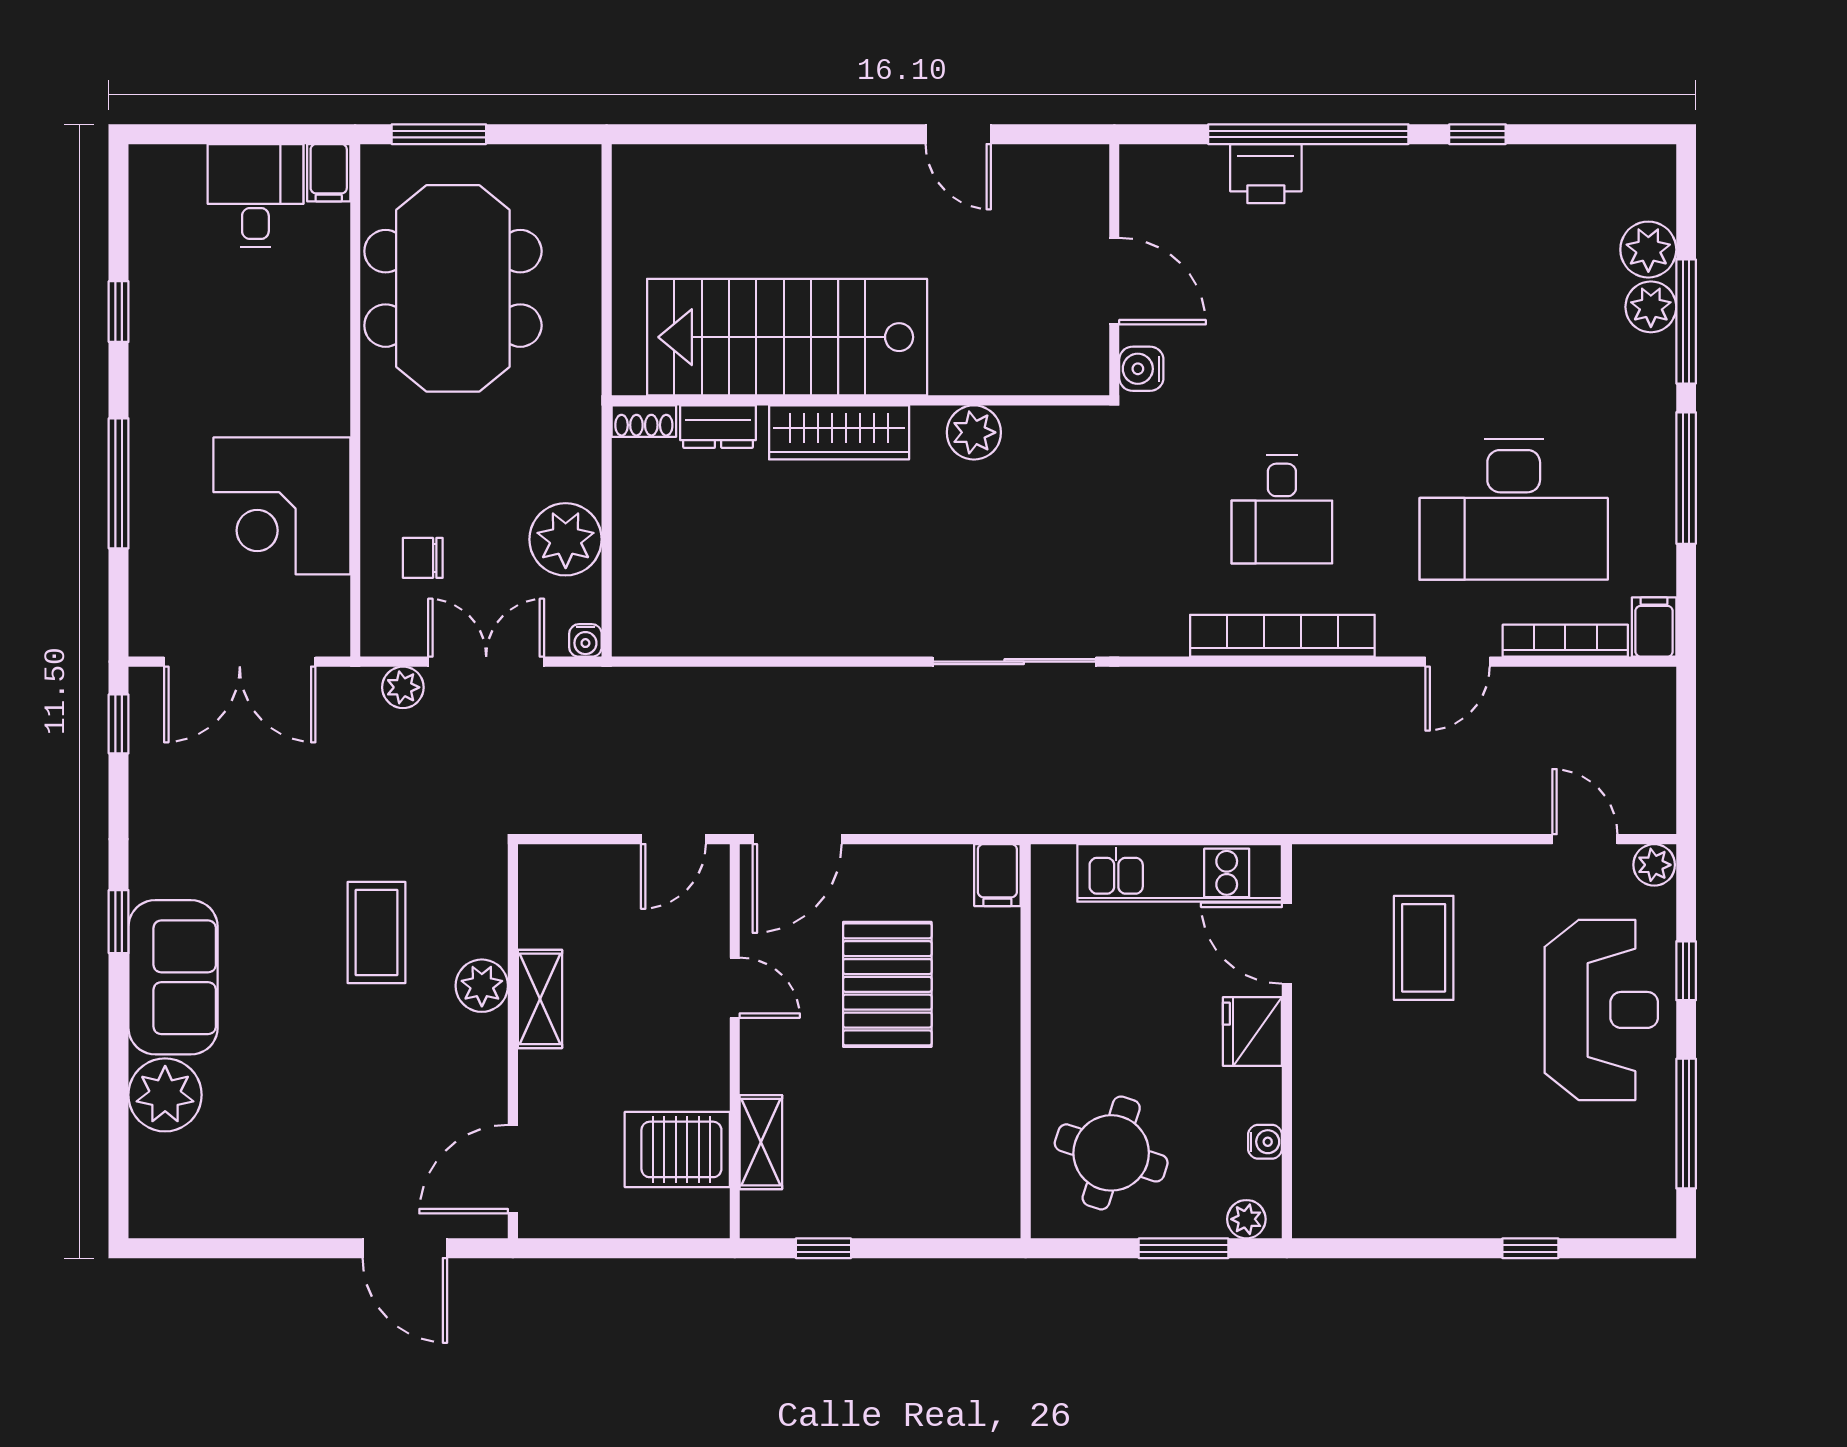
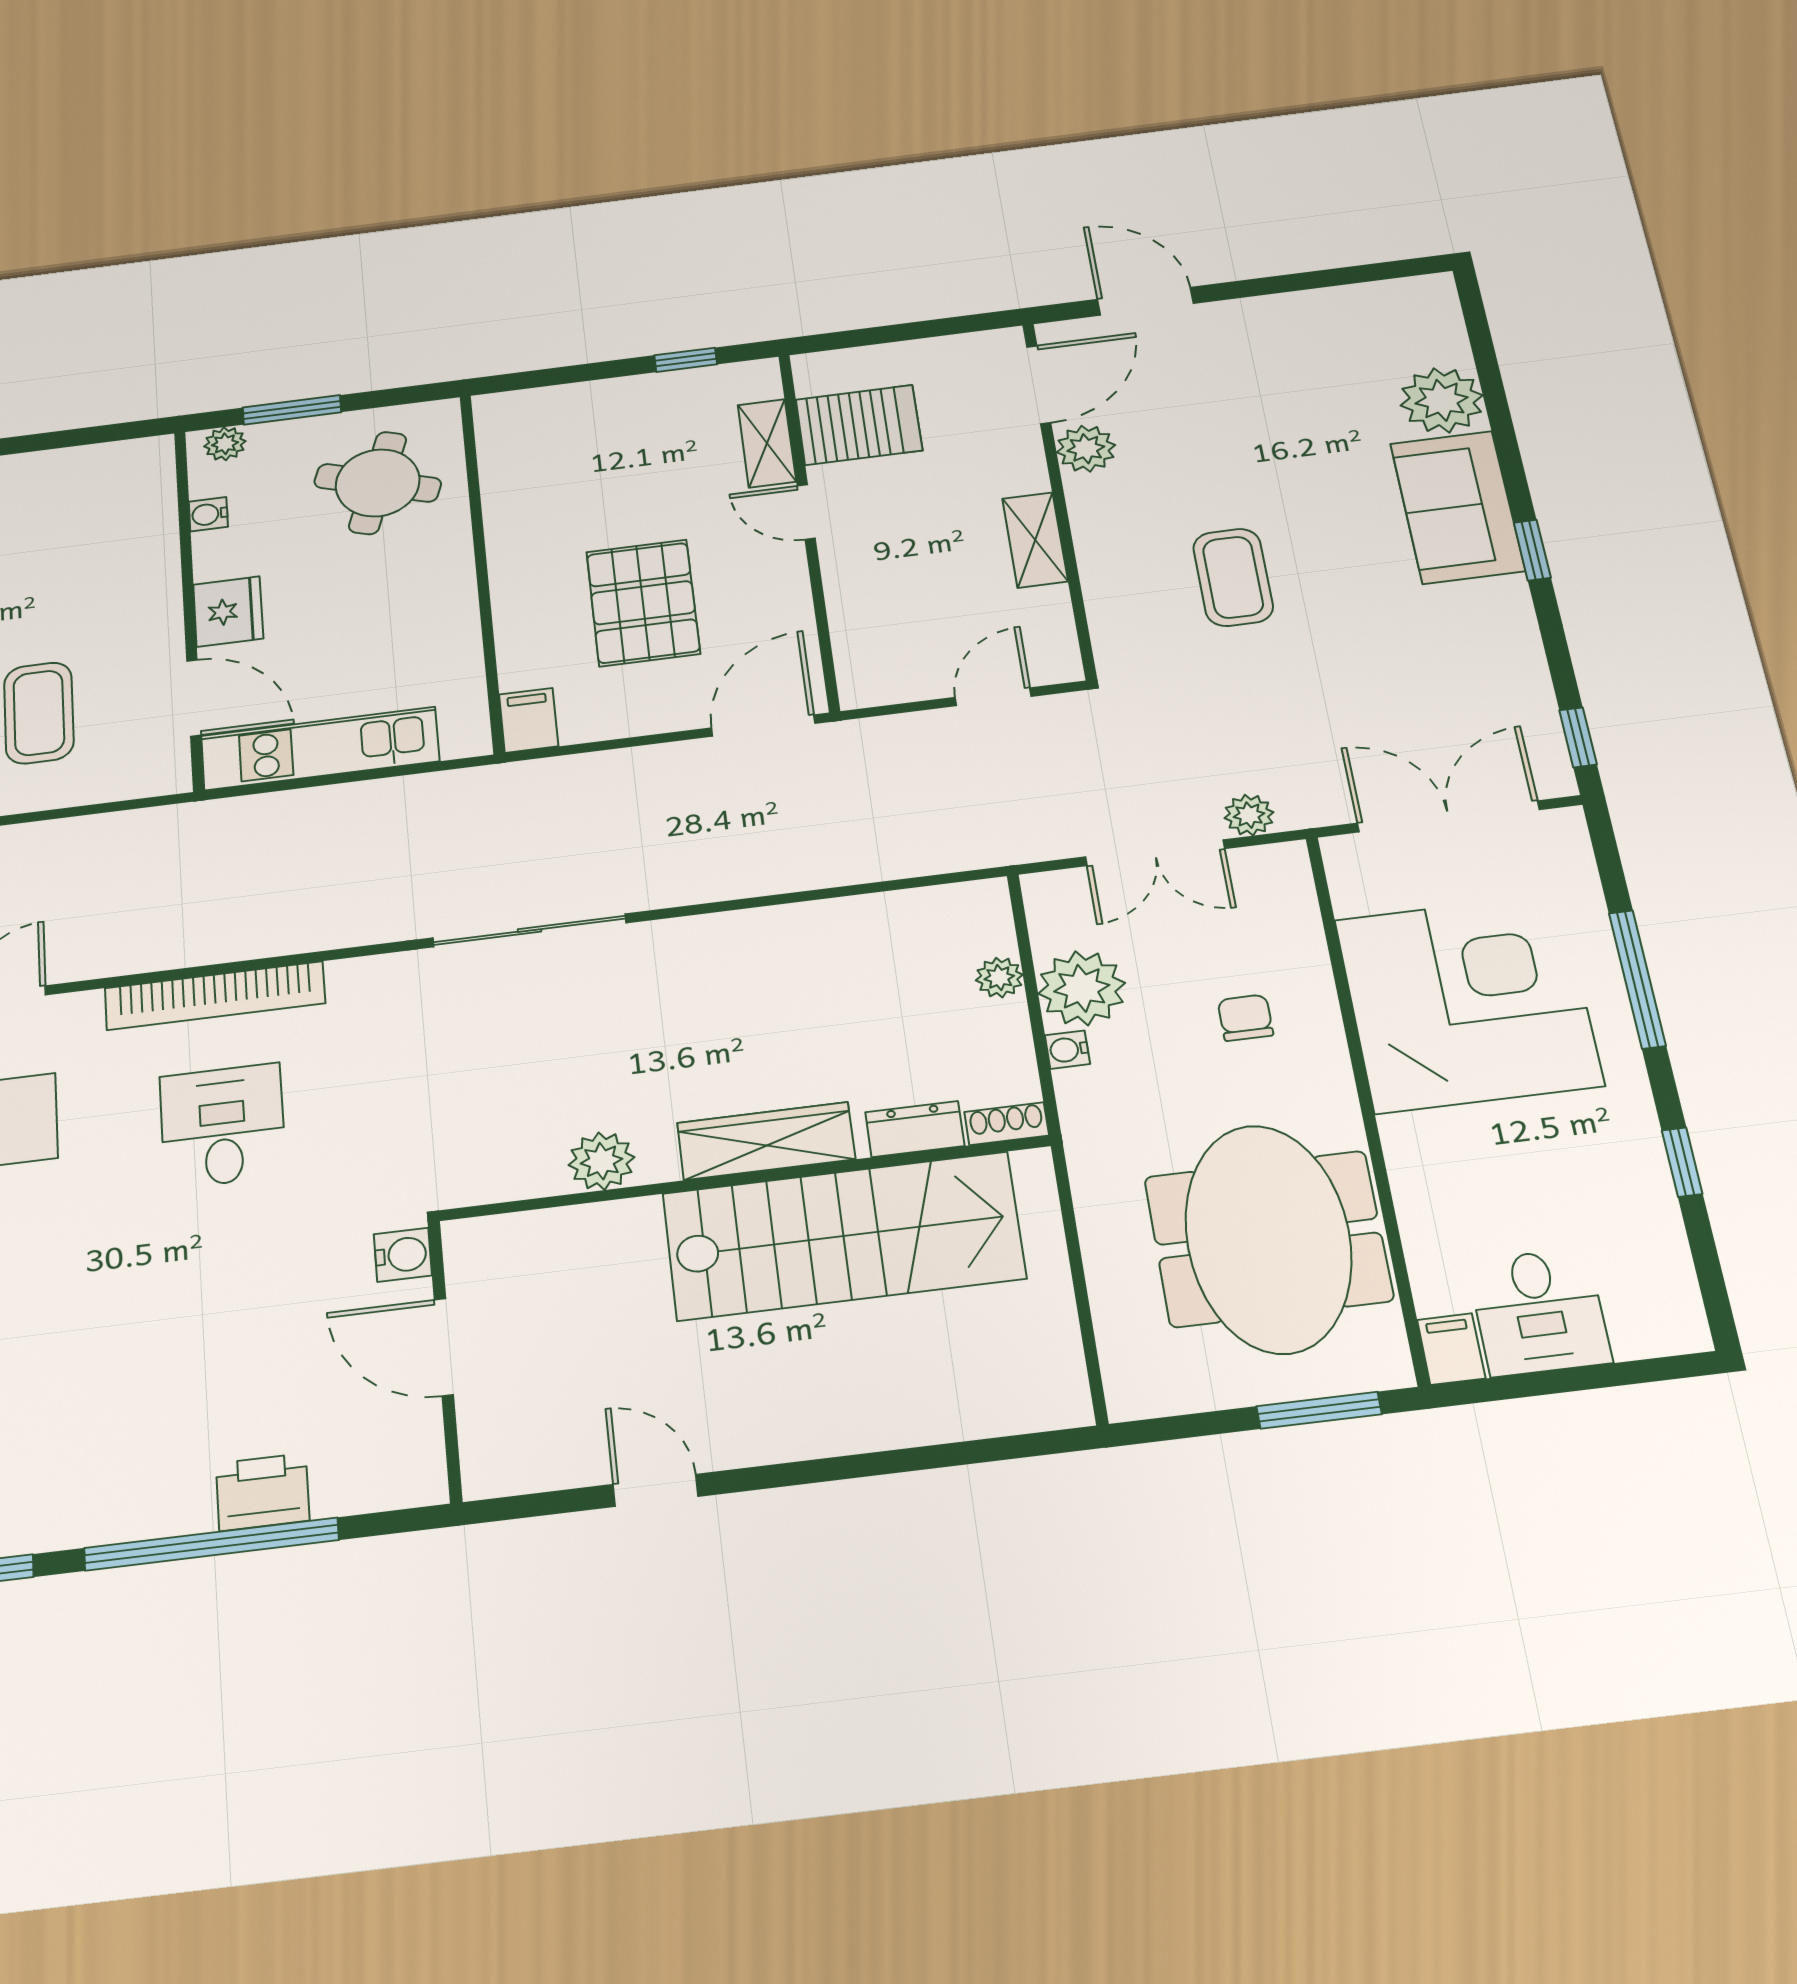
corner desk: (282, 506) -> (1468, 1002), width x1.36, depth x1.36
chair: (423, 558) -> (1245, 1018), moved, turned -90
plant: (631, 559) -> (999, 978), added
water cooler: (585, 640) -> (1067, 1050), moved, turned -90
door: (673, 839) -> (993, 697), moved
plant: (482, 986) -> (1086, 449), moved
door: (735, 988) -> (806, 512), moved

